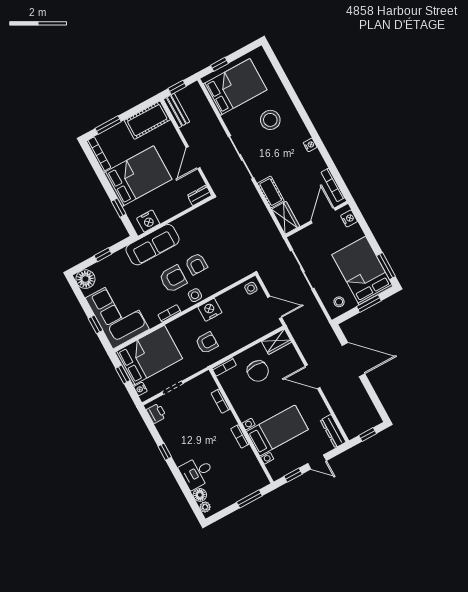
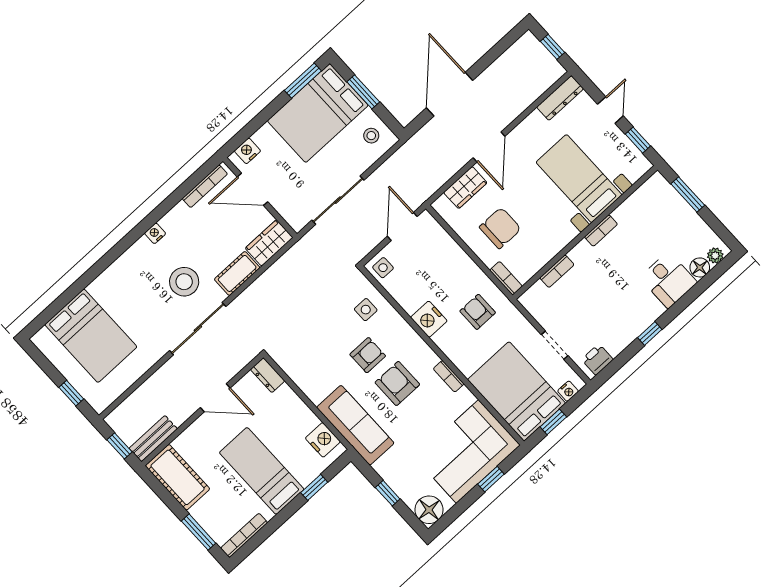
bed: (235, 87) -> (91, 336), moved, turned 180
stool: (270, 120) -> (184, 282), moved
bed: (138, 176) -> (262, 471), width x0.67
side table: (195, 295) -> (366, 310), moved
wardrobe: (276, 342) -> (465, 188), moved, turned 90

